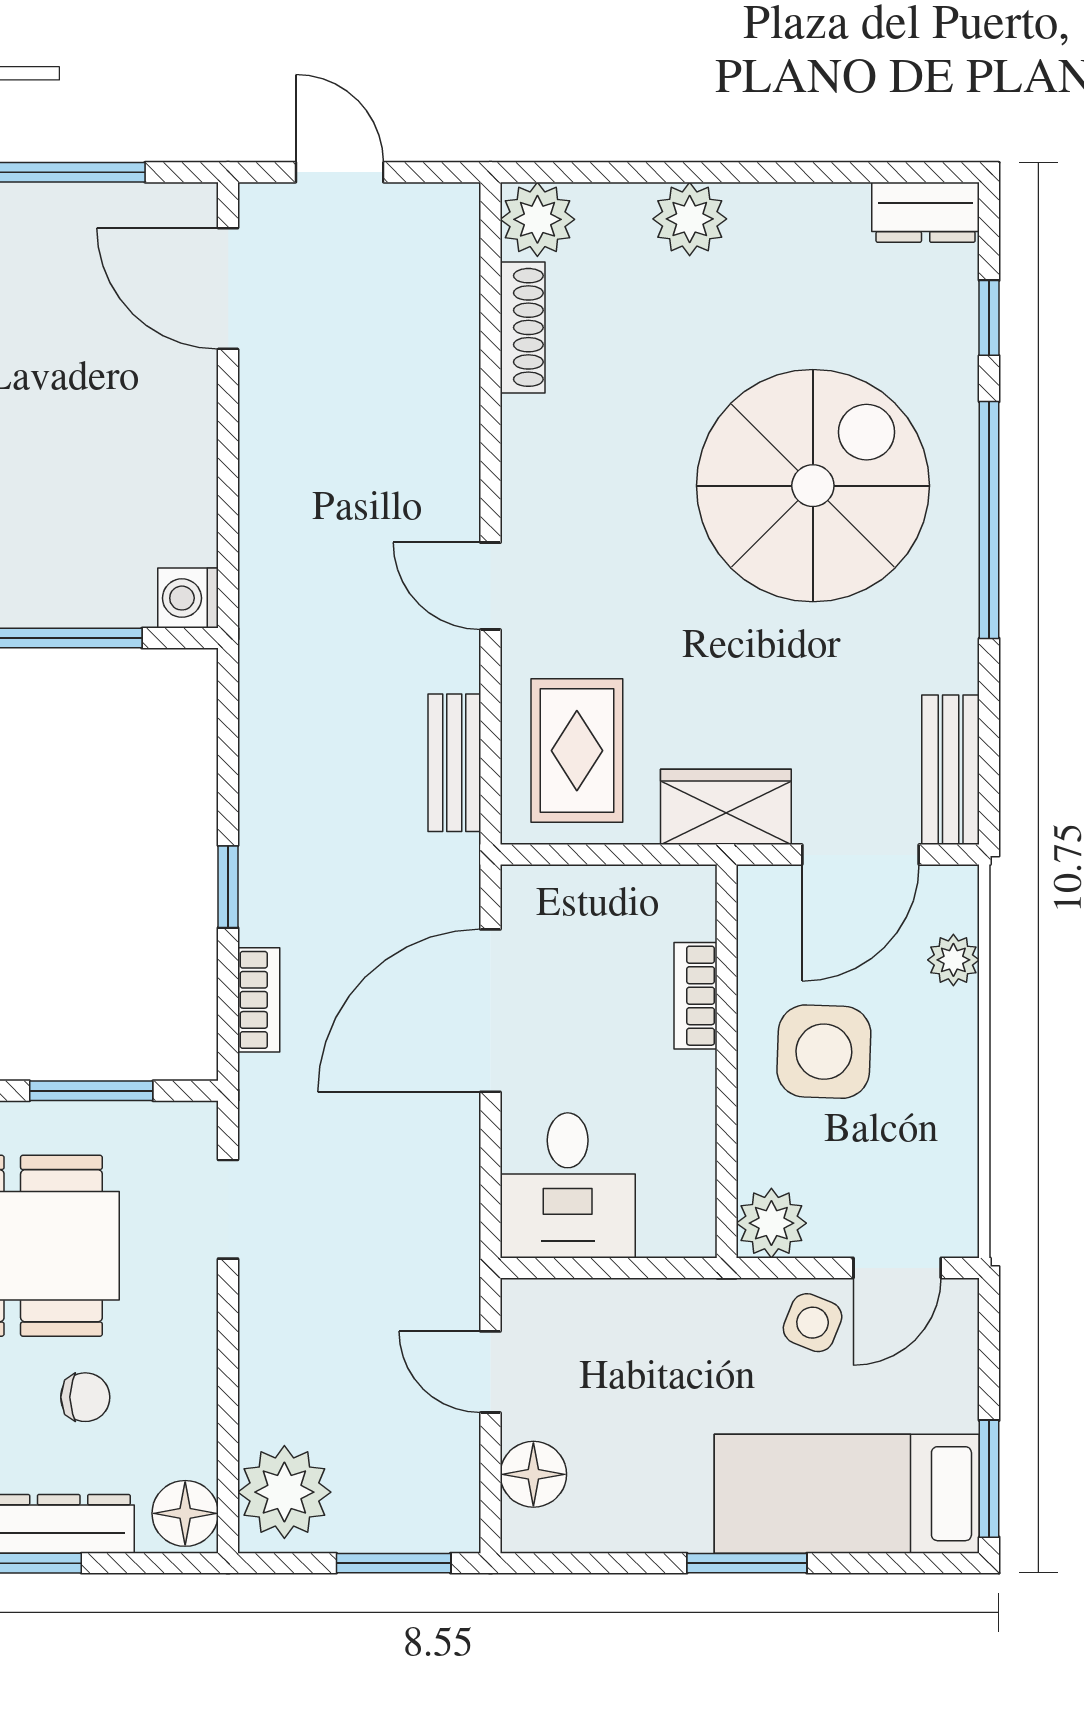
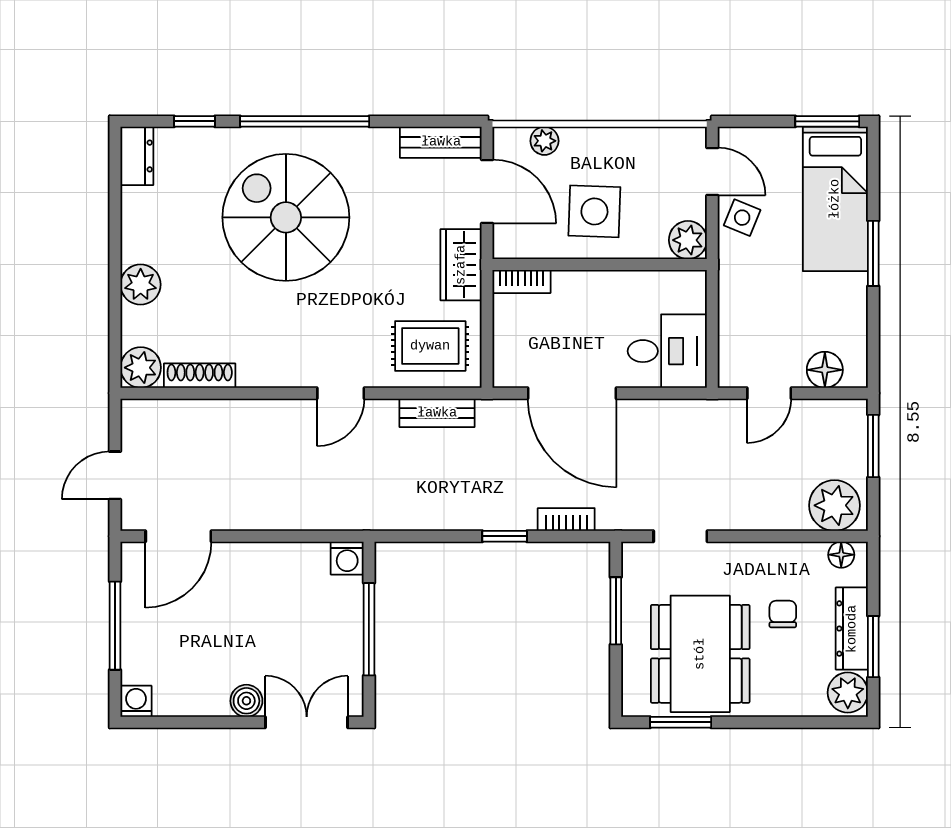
bookcase: (695, 996) -> (521, 281), moved
floor lamp: (185, 1513) -> (841, 555), width x0.73, depth x0.73

